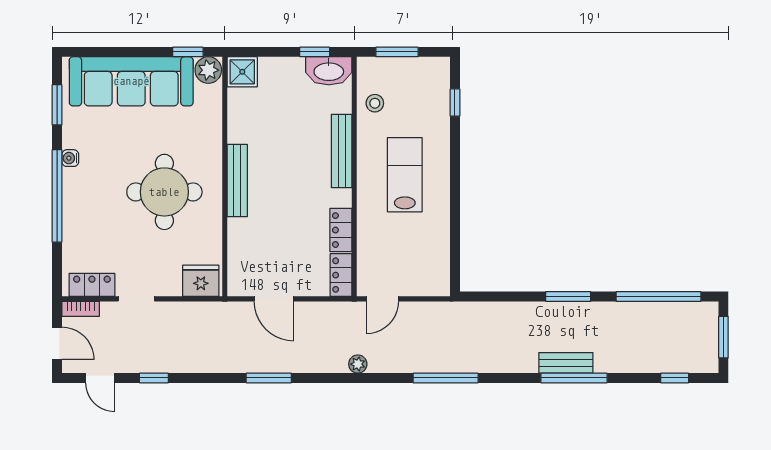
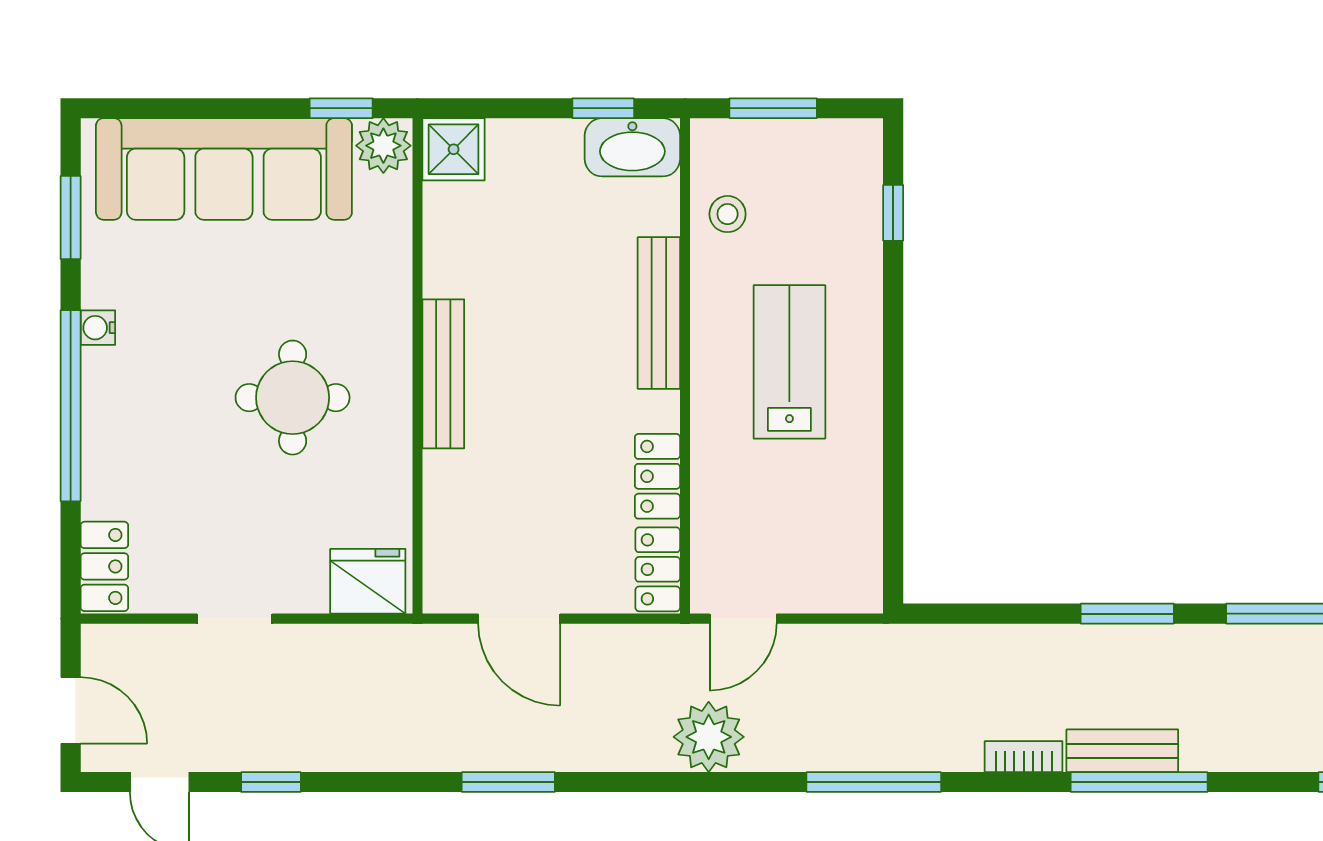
round table: (164, 192) -> (293, 398), width x0.73, depth x0.73
locker: (92, 285) -> (104, 566), moved, turned 90
bookcase: (81, 309) -> (1024, 757), moved, turned 180
plant: (358, 364) -> (709, 737), width x1.87, depth x1.87

